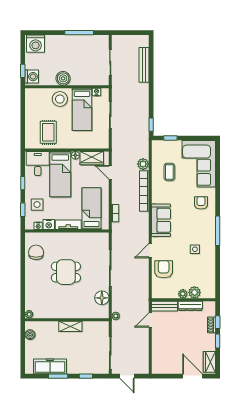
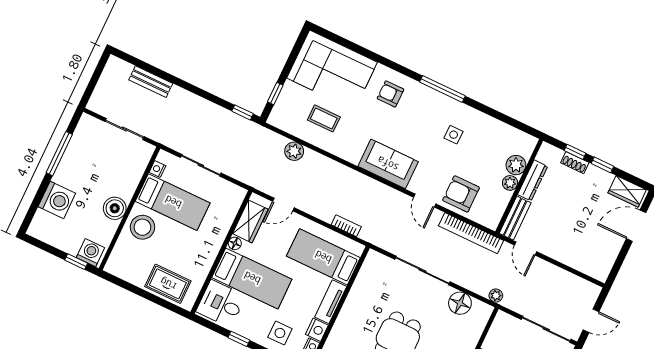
washing machine: (36, 44) -> (57, 200), moved
bench: (144, 65) -> (151, 82), width x0.73
rug: (48, 132) -> (168, 284), moved
bookcase: (144, 191) -> (471, 233), moved

